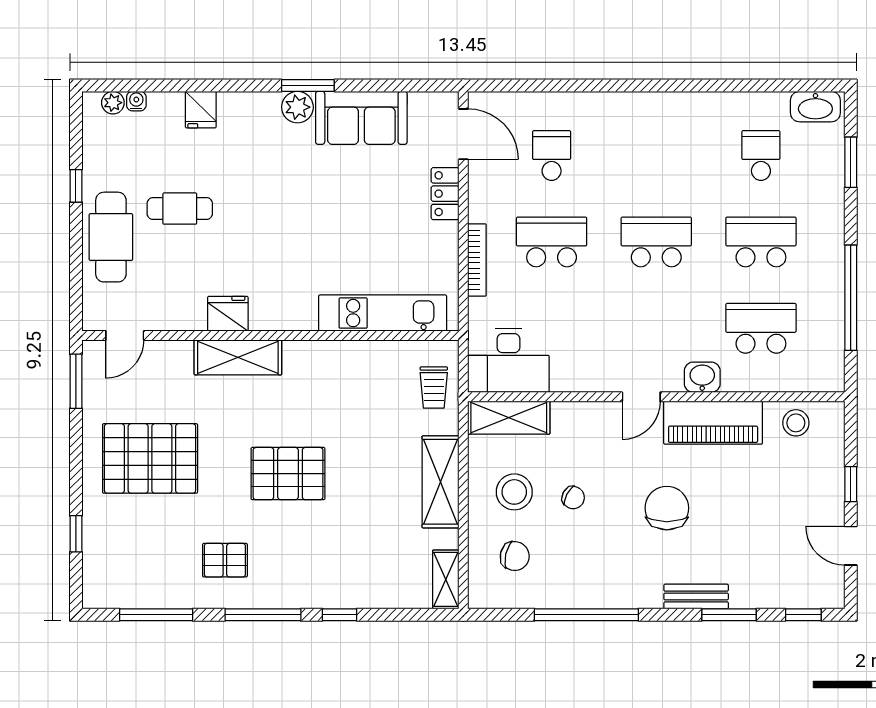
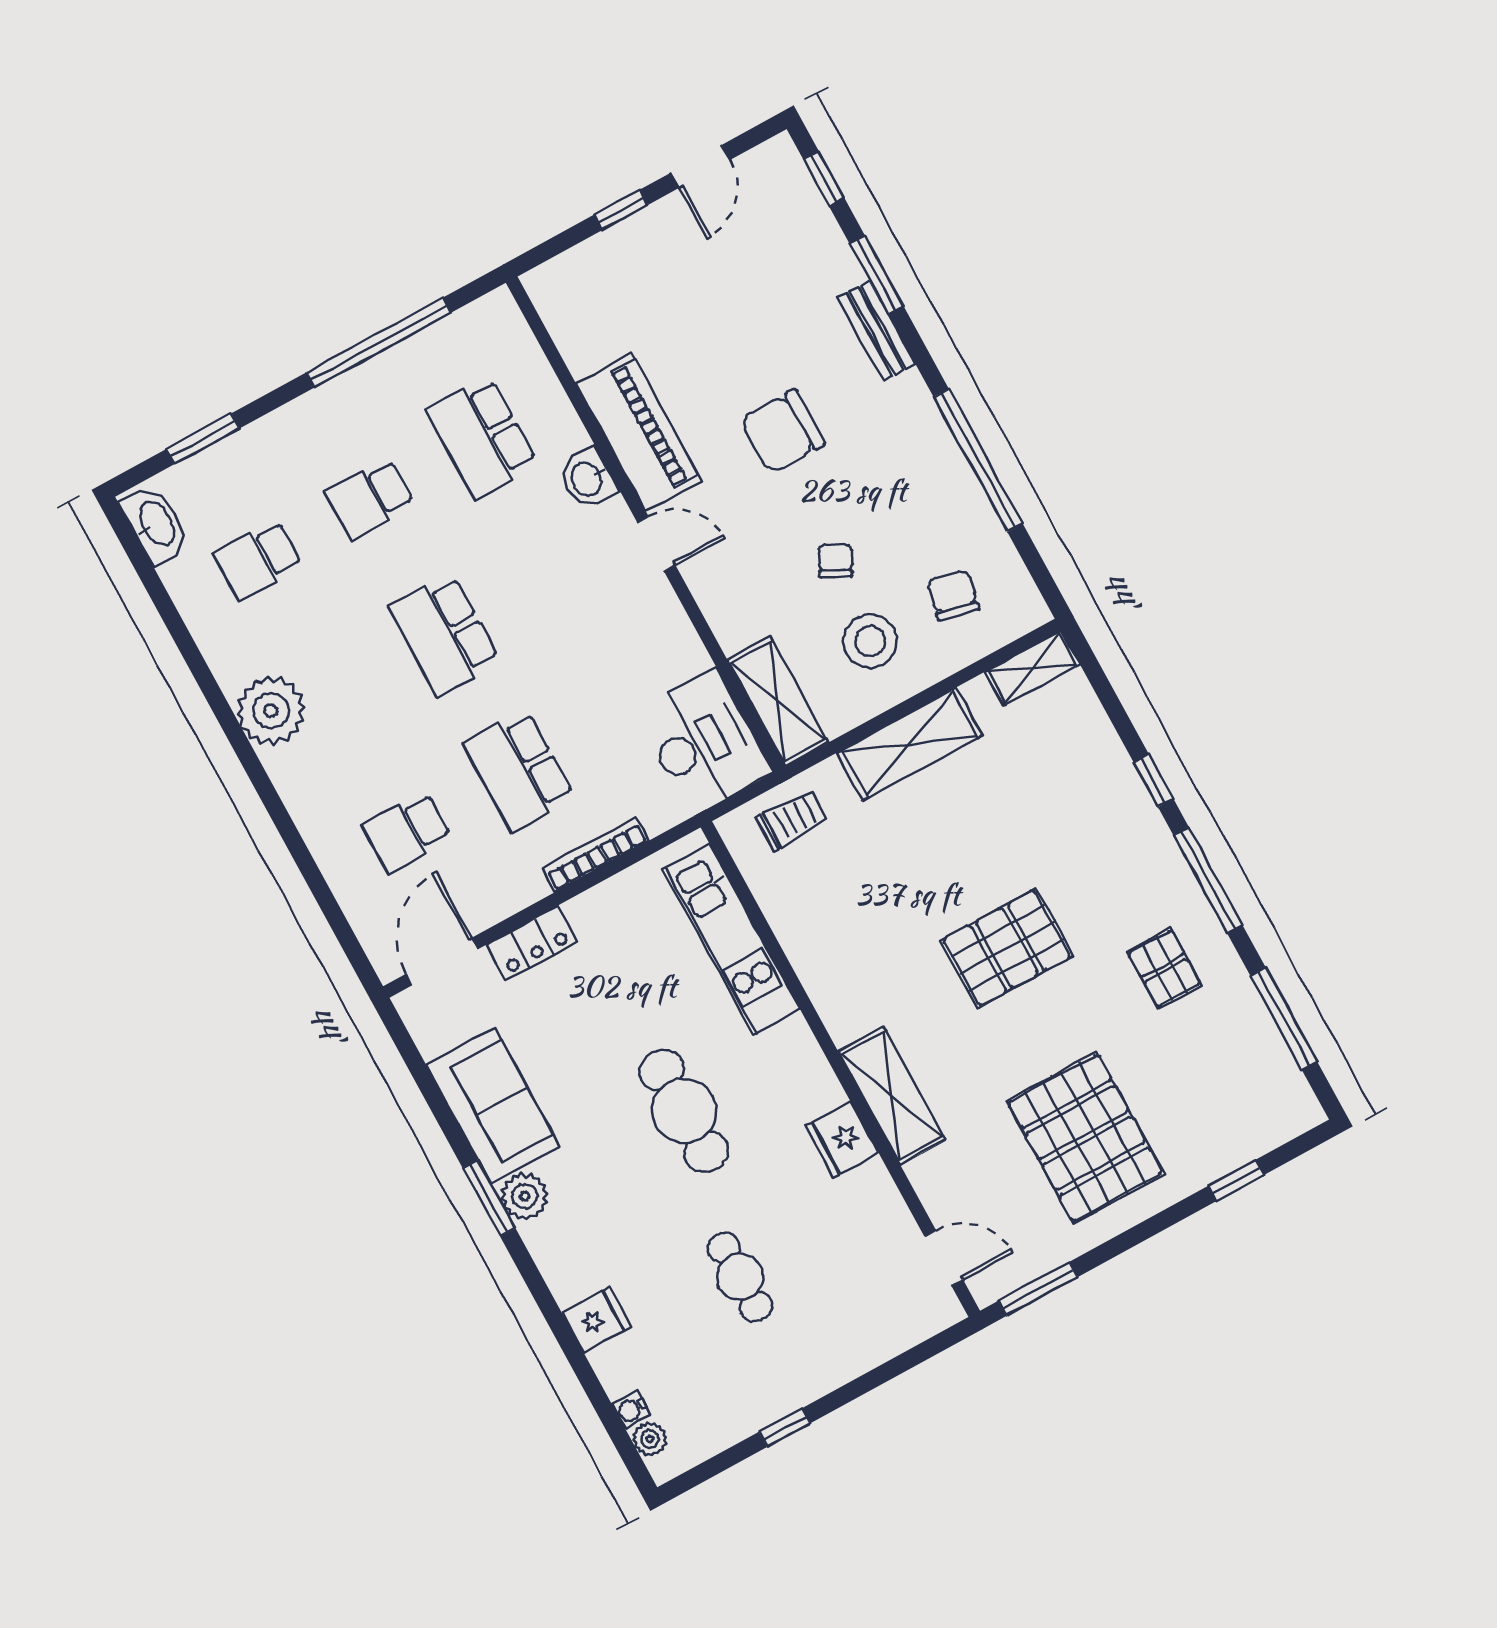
plant: (667, 114) -> (271, 711), added
cafe table: (111, 237) -> (684, 1111), moved, turned 90
school desk: (761, 242) -> (370, 499), width x0.54
stool: (796, 423) -> (580, 325), removed
pallet: (288, 474) -> (1007, 948), turned 90

